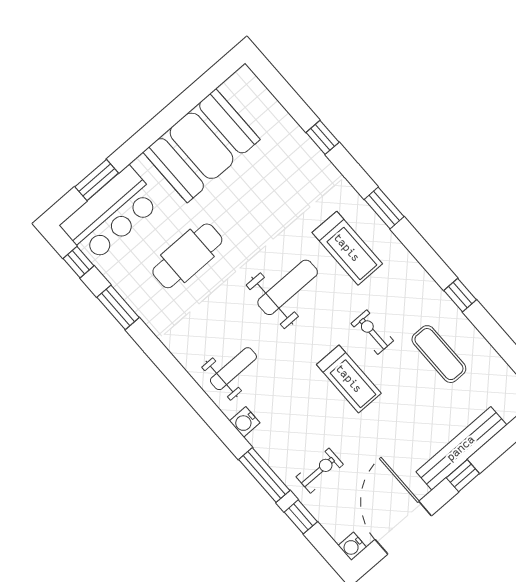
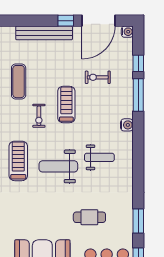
cafe table: (187, 256) -> (89, 217), width x0.73, depth x0.74
weight bench: (233, 369) -> (99, 157), moved, turned 180
exercise bike: (320, 471) -> (98, 77), moved
window: (463, 476) -> (66, 21), moved

